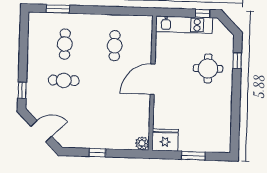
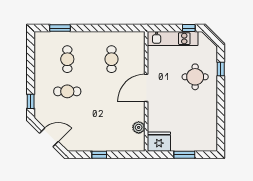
plant: (142, 143) -> (139, 127), moved

